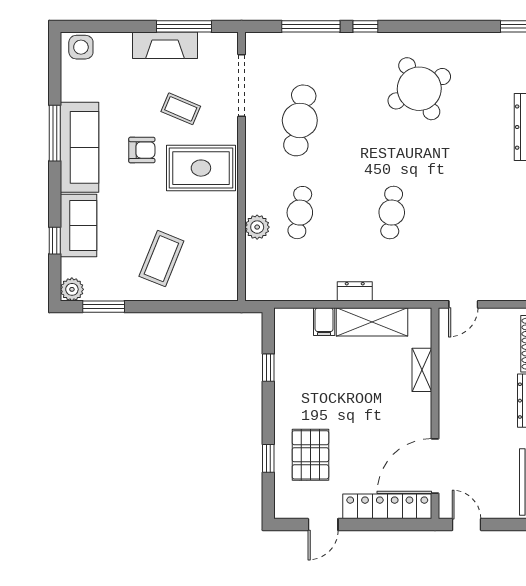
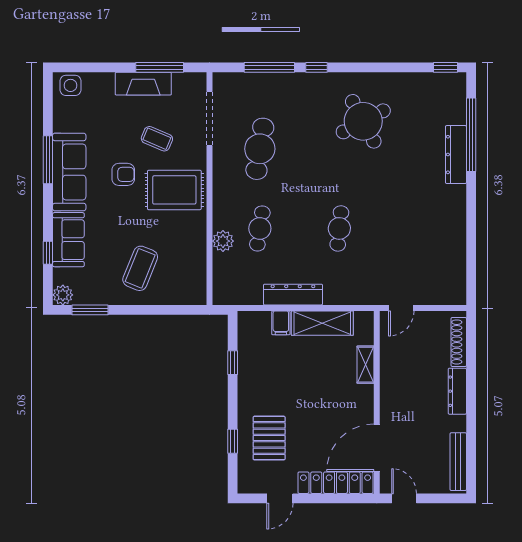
dresser: (355, 291) -> (293, 295), width x1.96, depth x1.24

